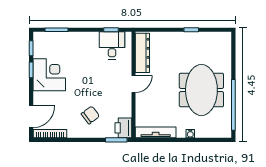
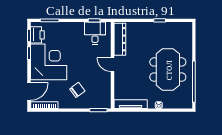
corner desk: (49, 75) -> (49, 62), width x1.36, depth x1.36
door: (134, 84) -> (113, 65), swing flipped
printer: (123, 128) -> (37, 35), moved, turned 180

